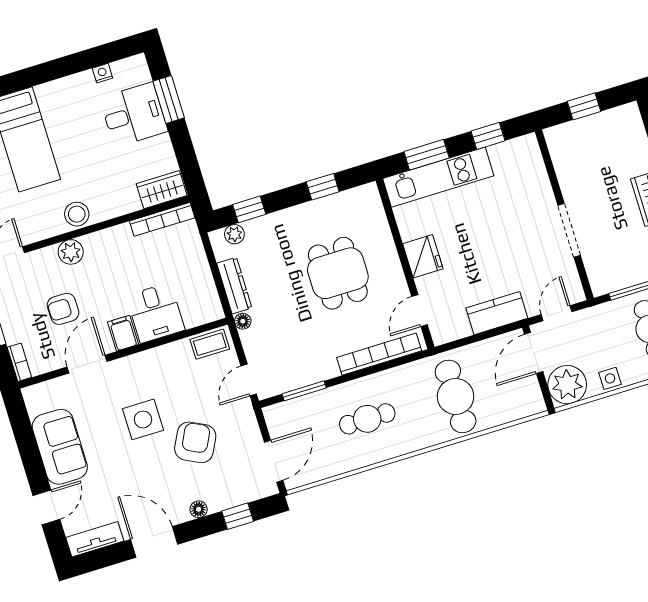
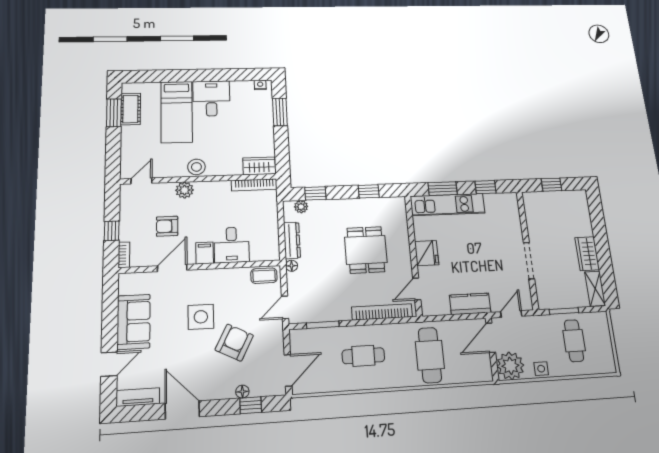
nightstand: (102, 73) -> (260, 85), moved
desk: (134, 115) -> (211, 98), moved, turned -90
floor lamp: (199, 509) -> (242, 392), moved

